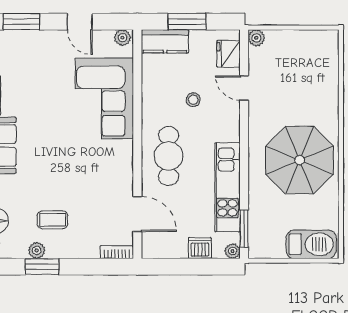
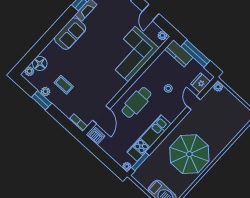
window: (187, 22) -> (195, 54), width x1.44
dishwasher: (200, 248) -> (96, 136), moved

